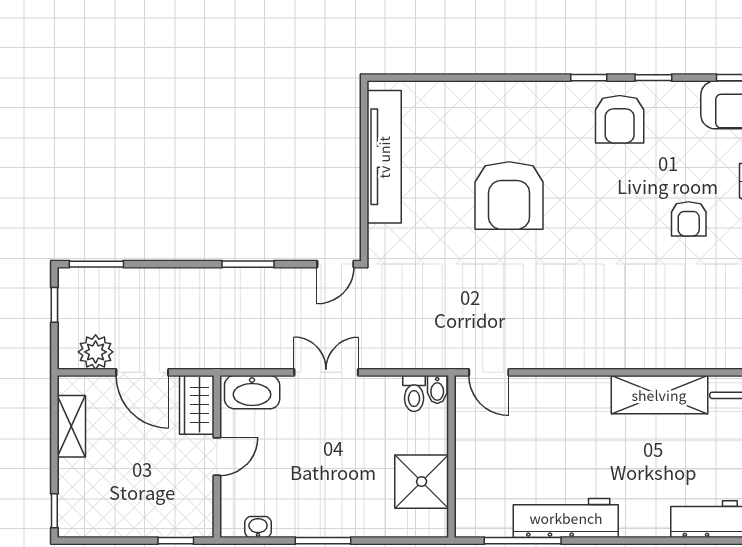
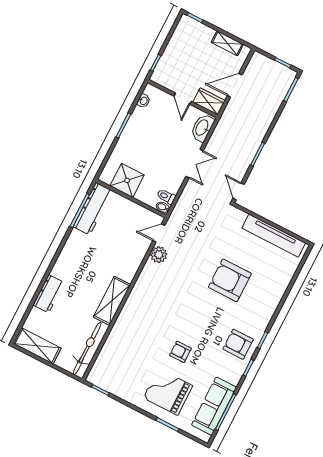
plant: (96, 352) -> (159, 255), moved
workbench: (566, 518) -> (93, 209), moved

